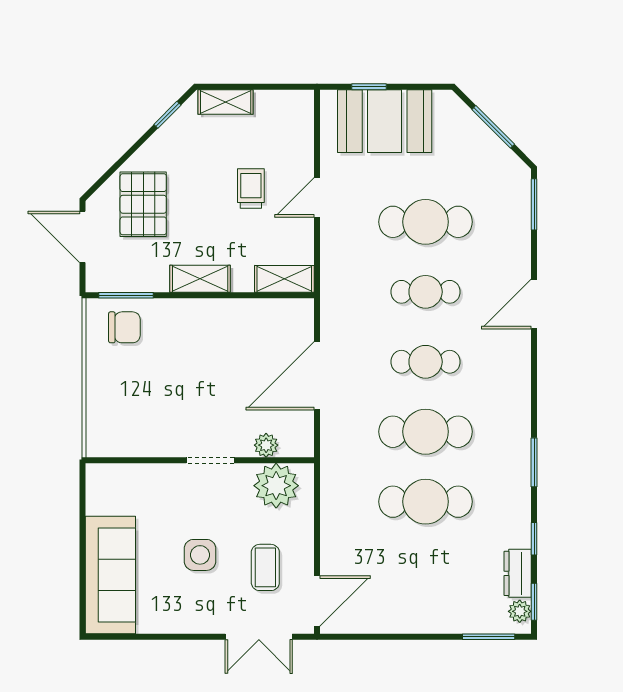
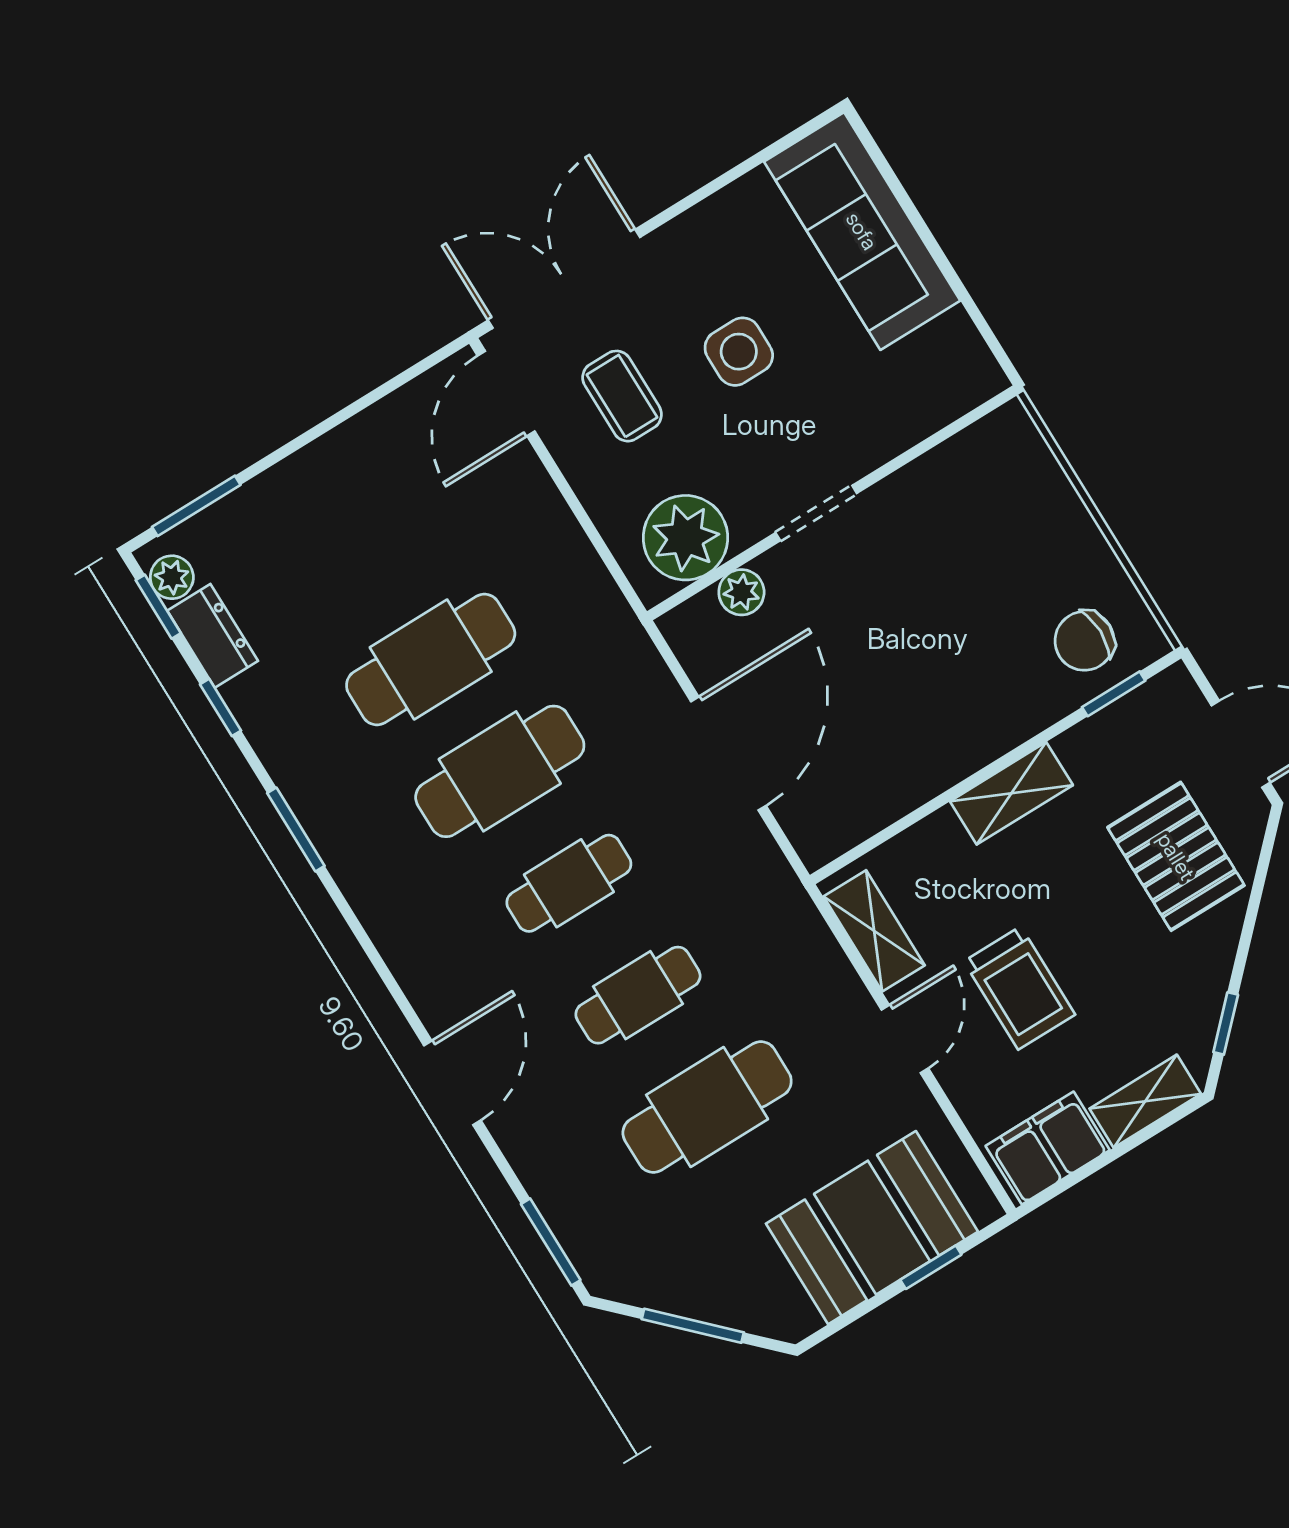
filing cabinet: (283, 108) -> (1048, 1148), added
trolley: (251, 188) -> (1019, 988), width x1.36, depth x1.39
shelving: (284, 279) -> (874, 931), moved, turned 90
window: (126, 295) -> (1114, 694), width x0.67
double door: (259, 637) -> (564, 279), width x1.37

